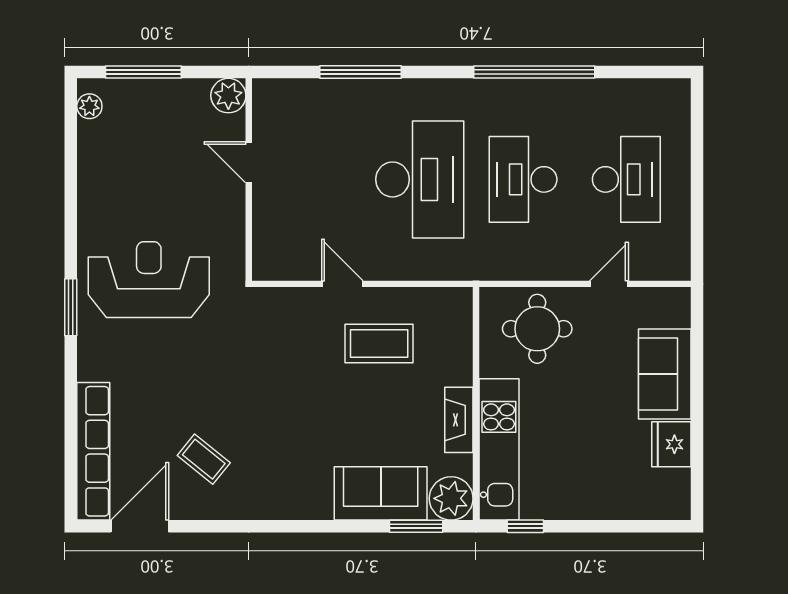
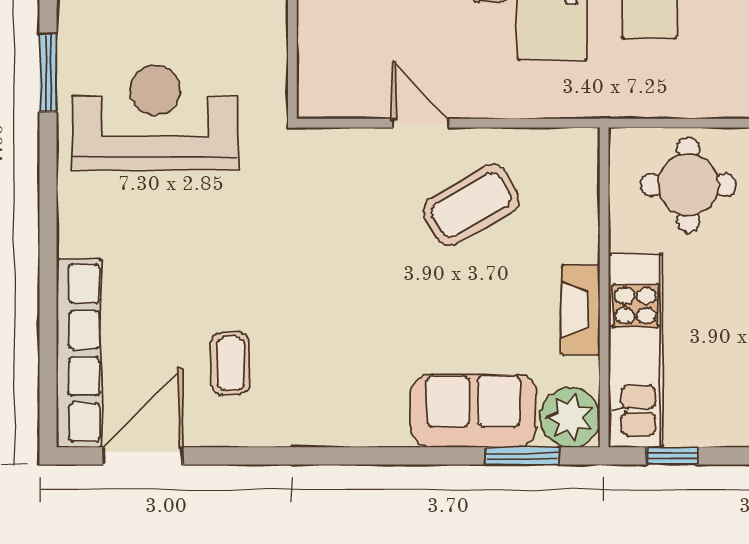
window: (71, 307) -> (48, 73), moved
coffee table: (379, 343) -> (471, 205), turned -30
coffee table: (204, 459) -> (230, 364), turned 51

